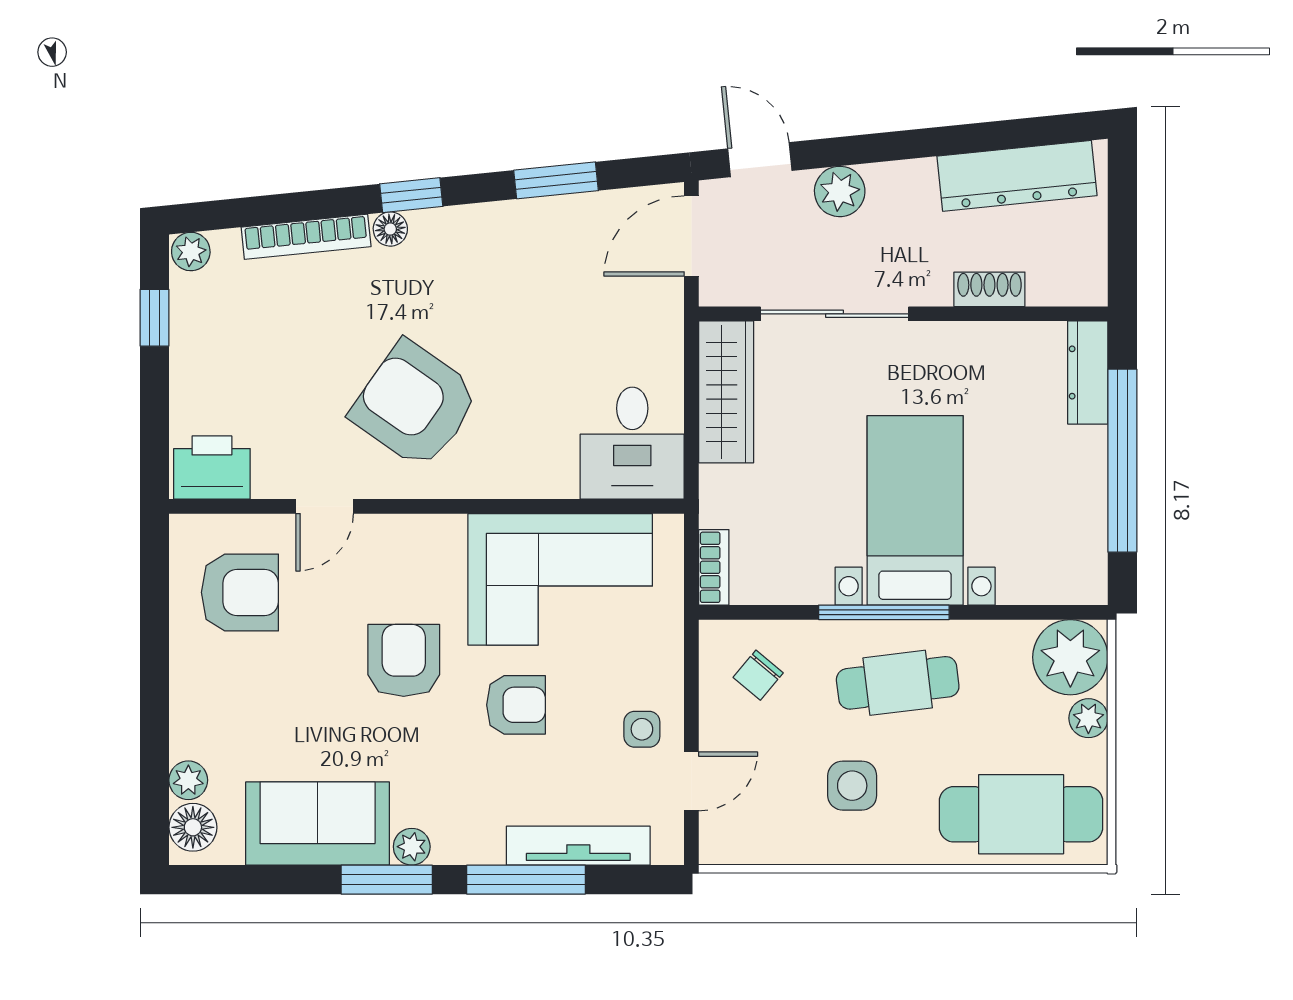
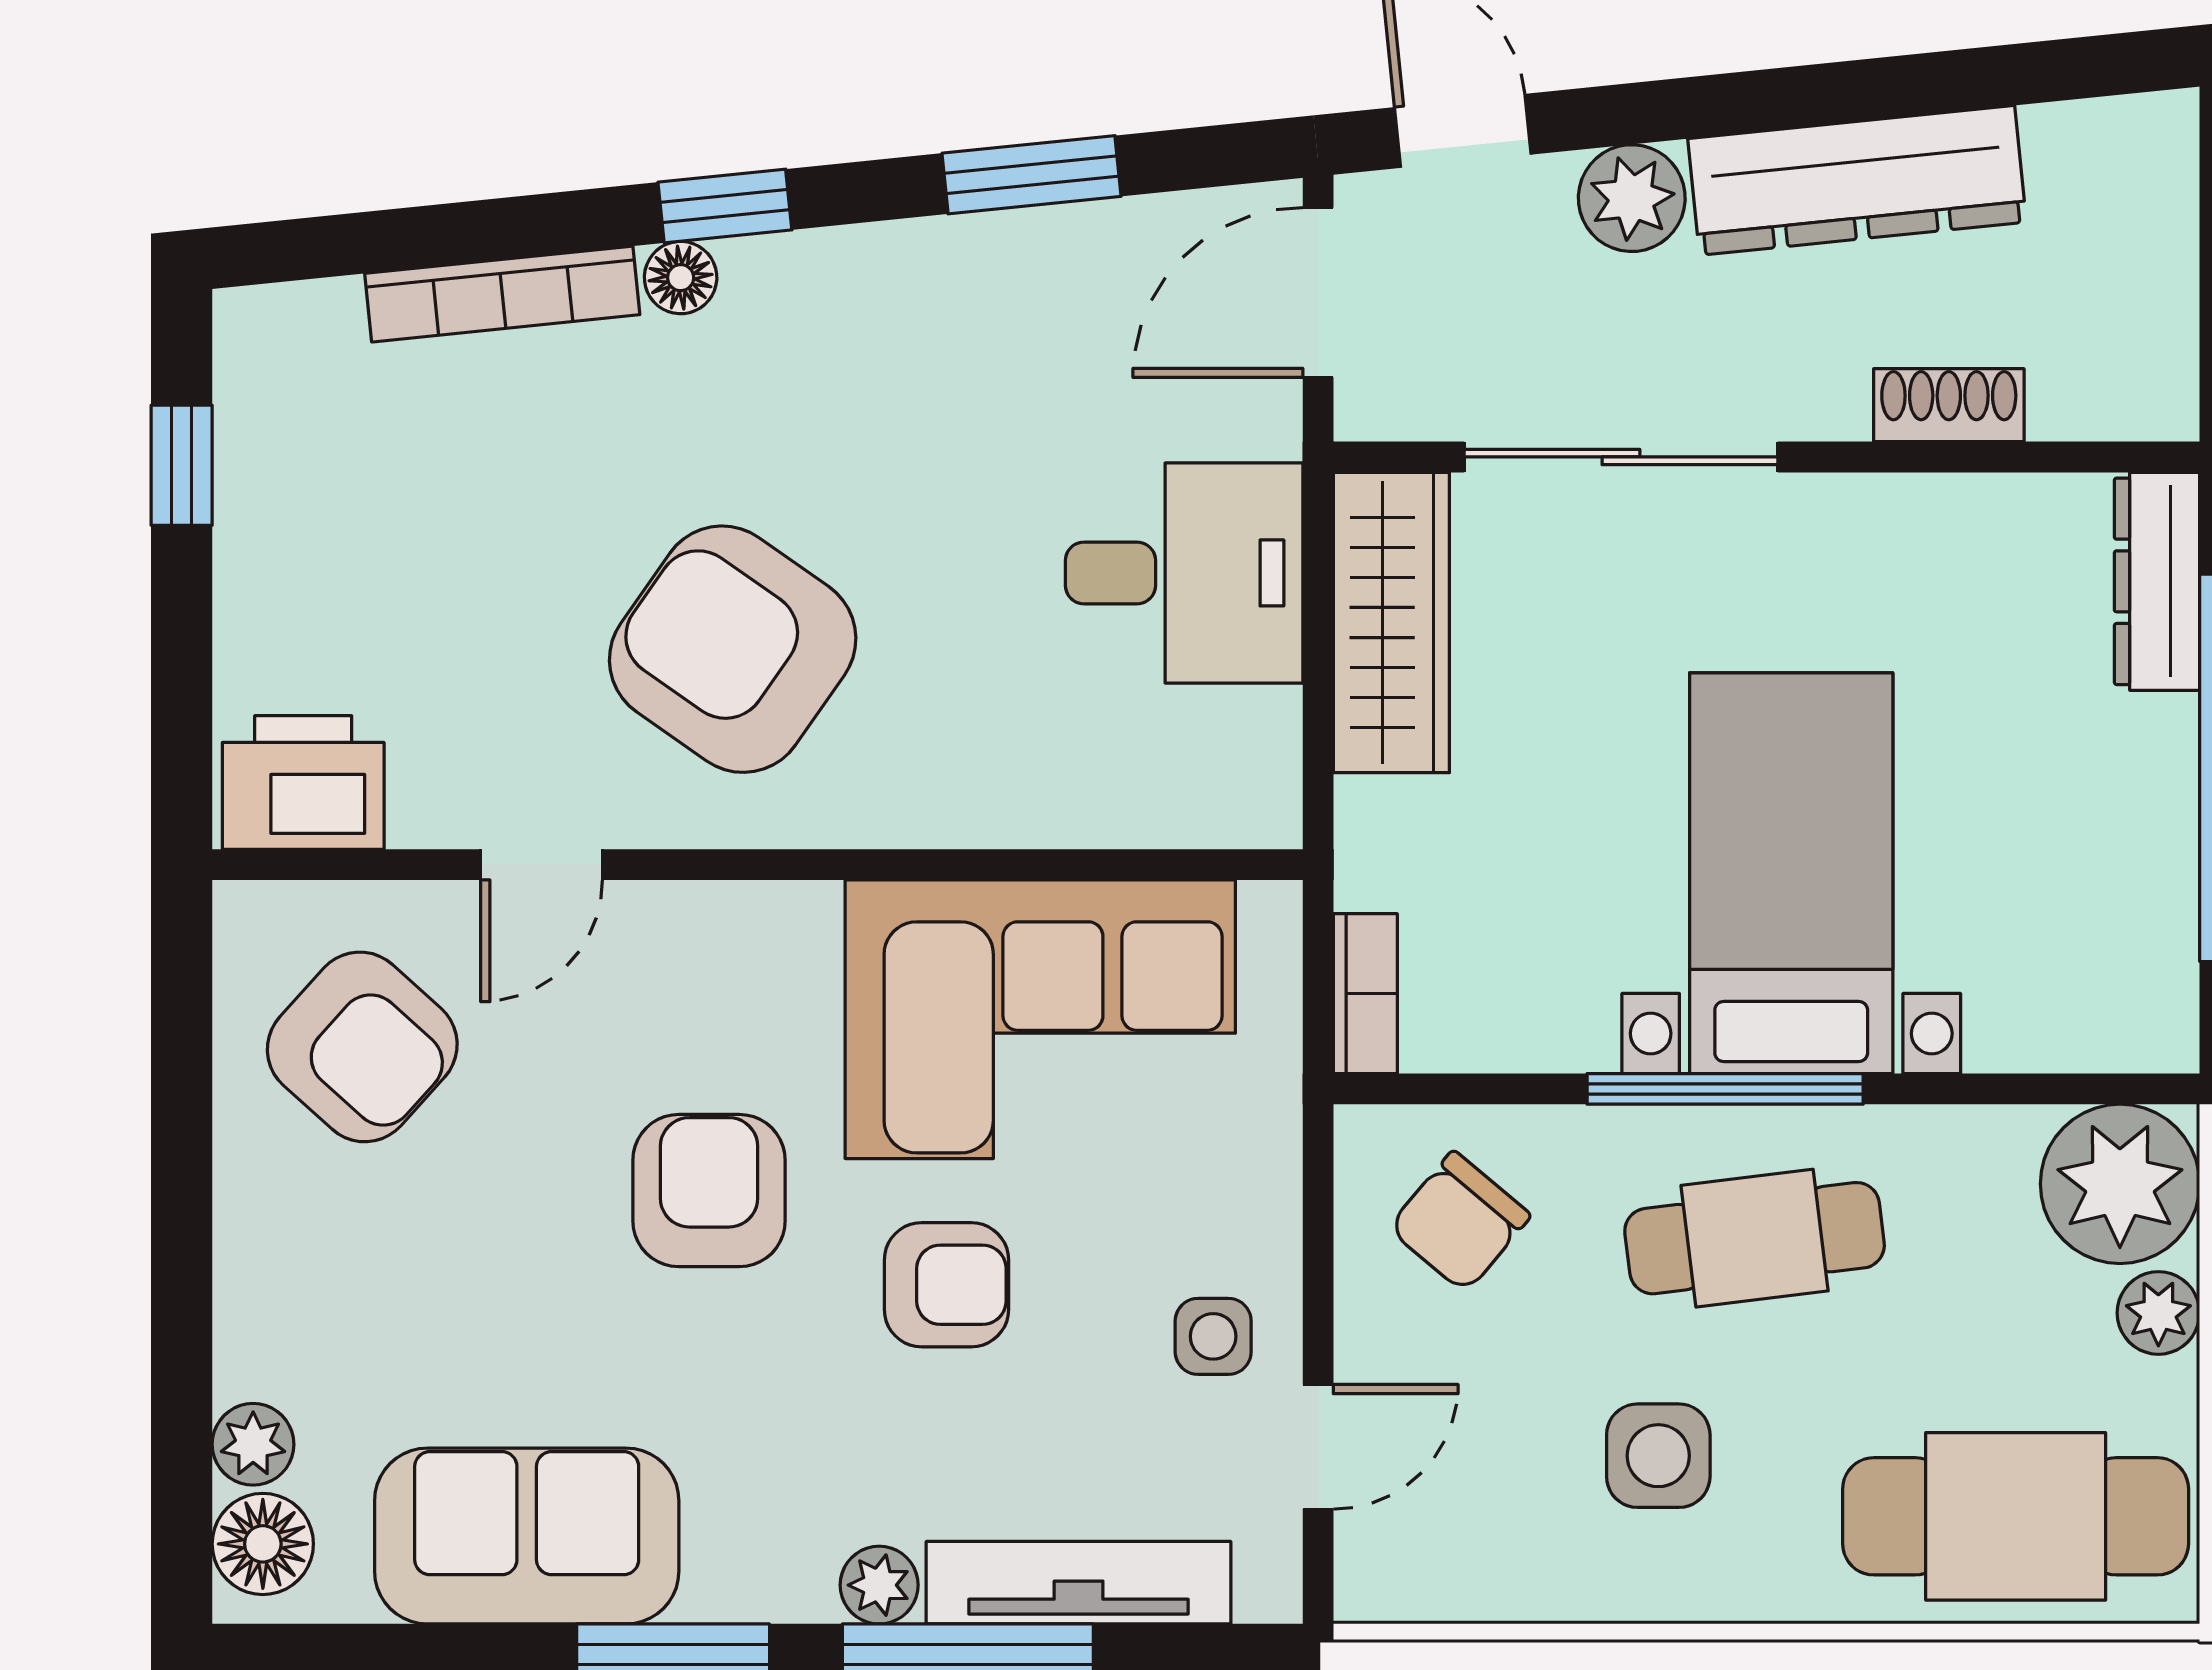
dresser: (1017, 176) -> (1857, 180), moved
plant: (191, 251) -> (258, 325), removed
desk: (632, 443) -> (1184, 573), moved, turned -90
armchair: (240, 592) -> (362, 1047), turned 42
chair: (758, 675) -> (1459, 1222), width x1.37, depth x1.37
plant: (412, 847) -> (879, 1585), moved

